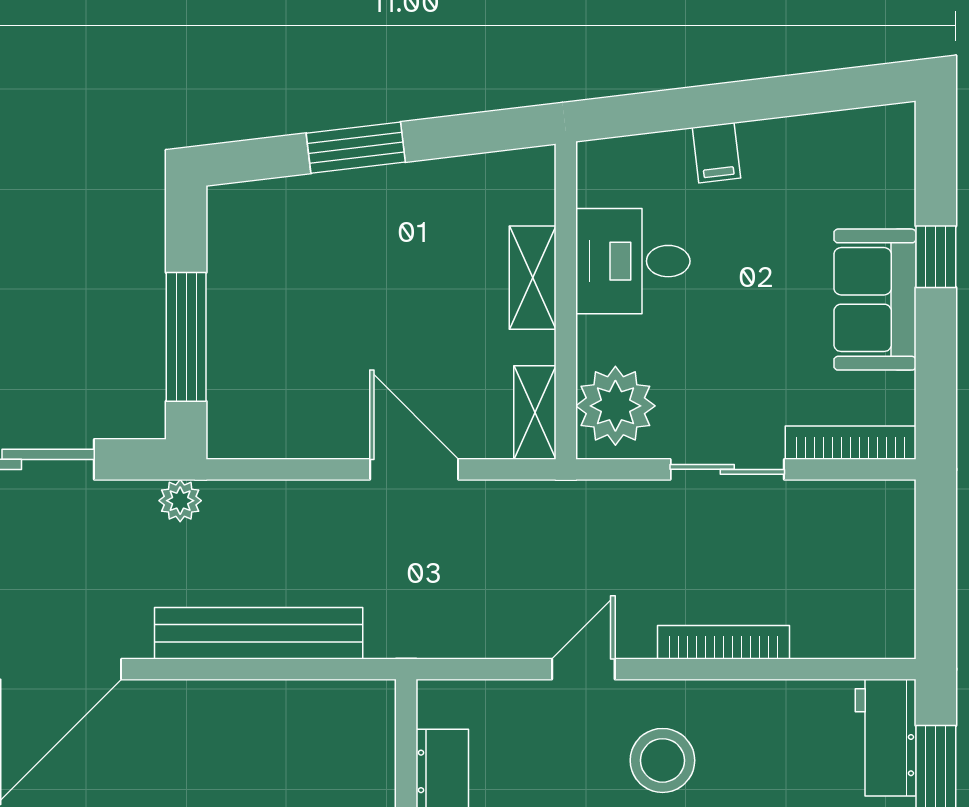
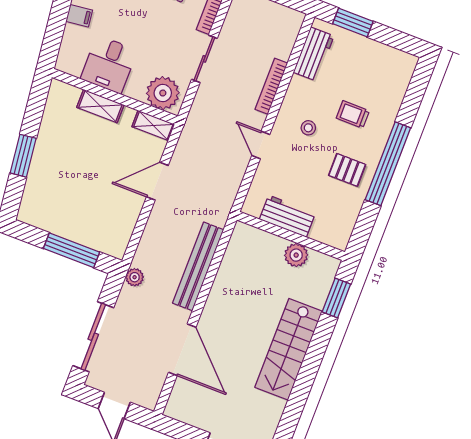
workbench: (886, 738) -> (314, 54), moved, turned -90
stool: (662, 760) -> (308, 128), width x0.53, depth x0.53

